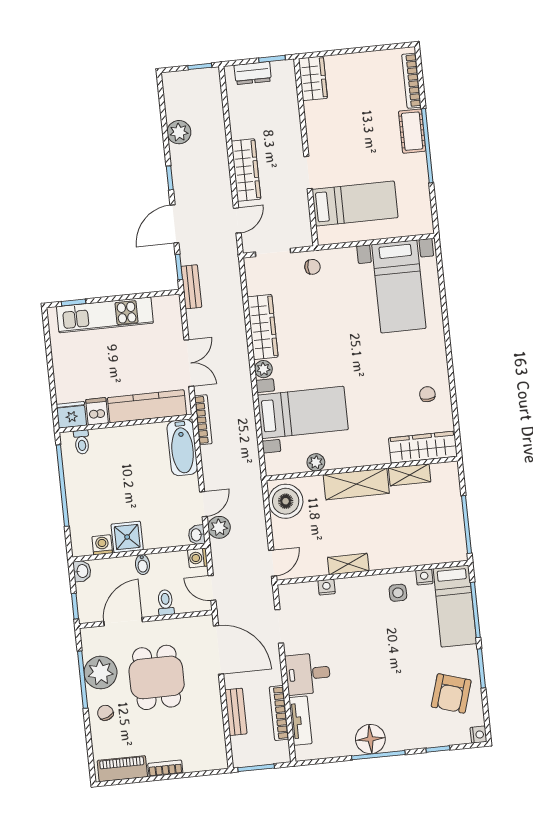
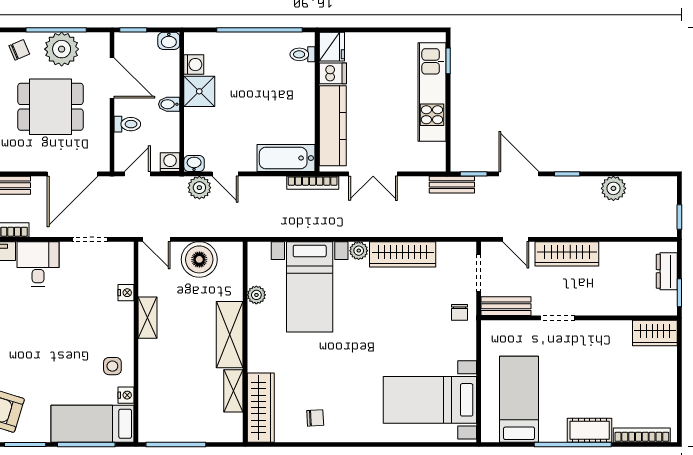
bed: (355, 204) -> (519, 399), moved, turned 180
bench: (302, 223) -> (506, 306), added
boiler: (286, 501) -> (199, 259), moved

